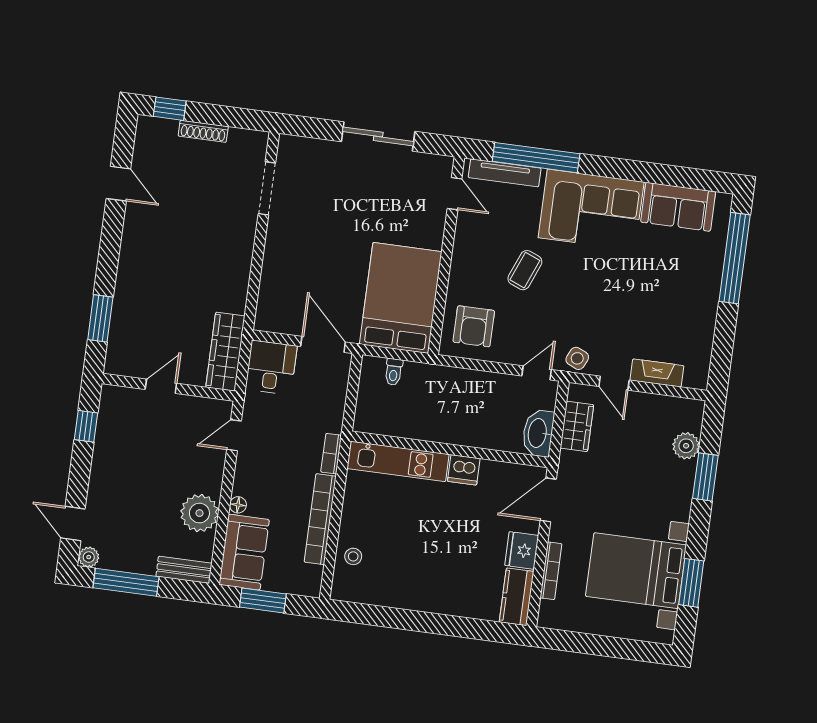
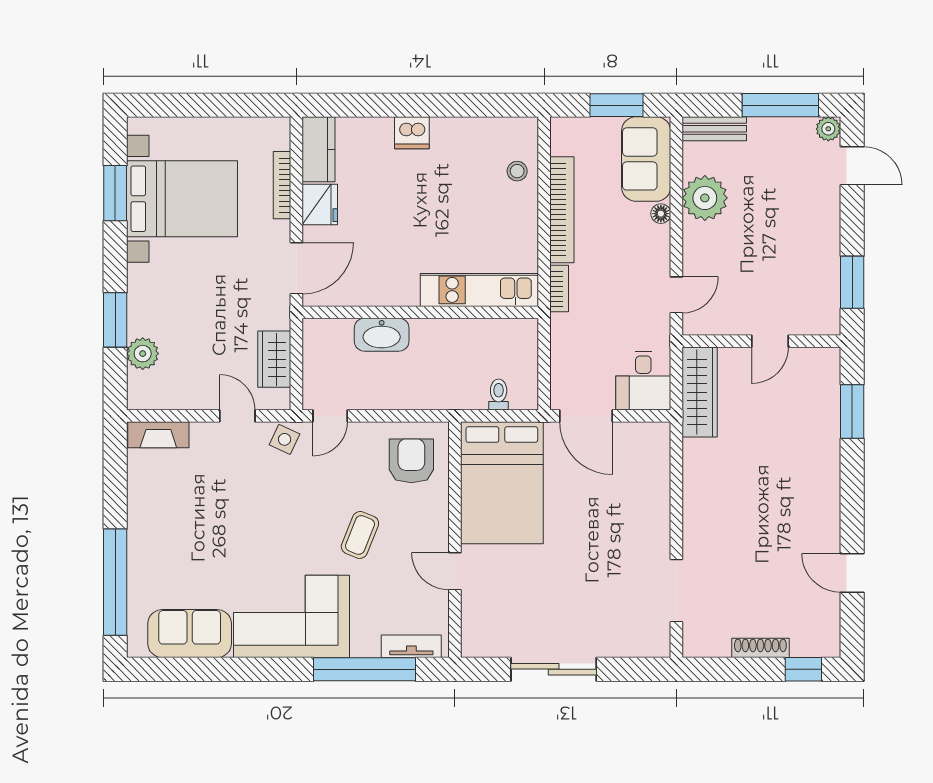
tv unit: (505, 173) -> (411, 646), width x0.71
door: (455, 194) -> (455, 571), moved
fireplace: (657, 373) -> (158, 435), moved
window: (86, 426) -> (852, 282), width x1.50
washbasin: (538, 433) -> (382, 335), moved, turned 90
dishwasher: (464, 470) -> (412, 133), moved, turned 180

